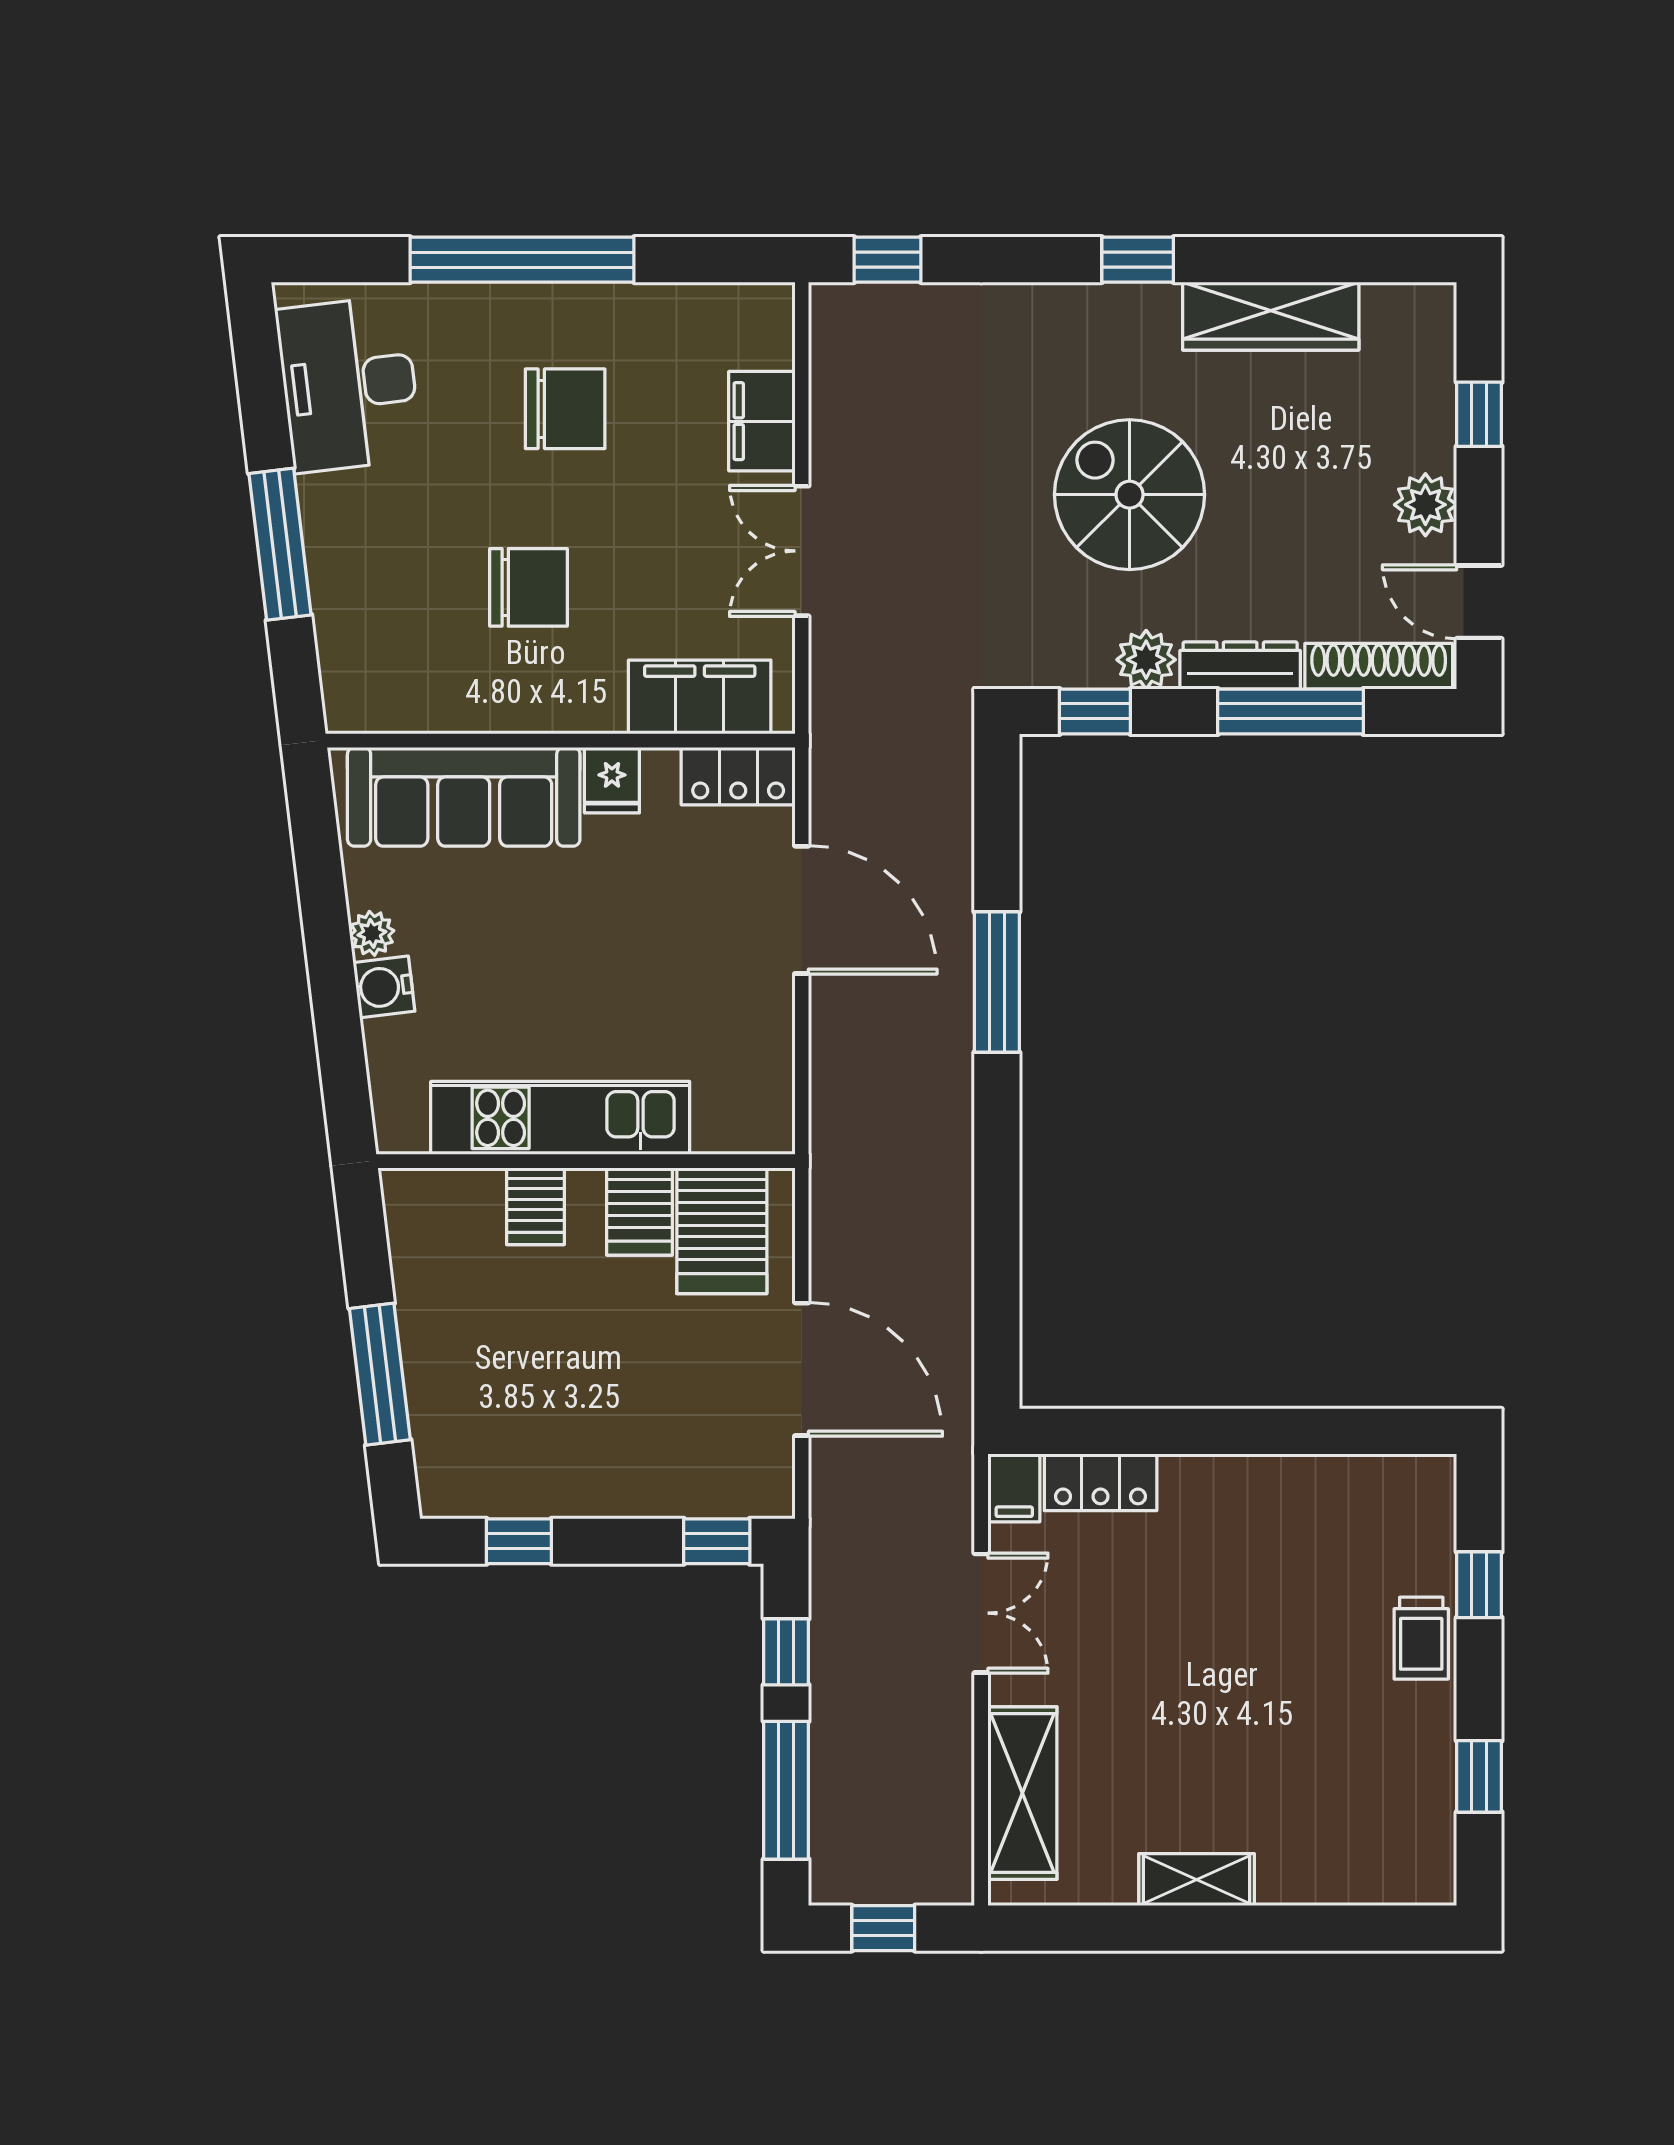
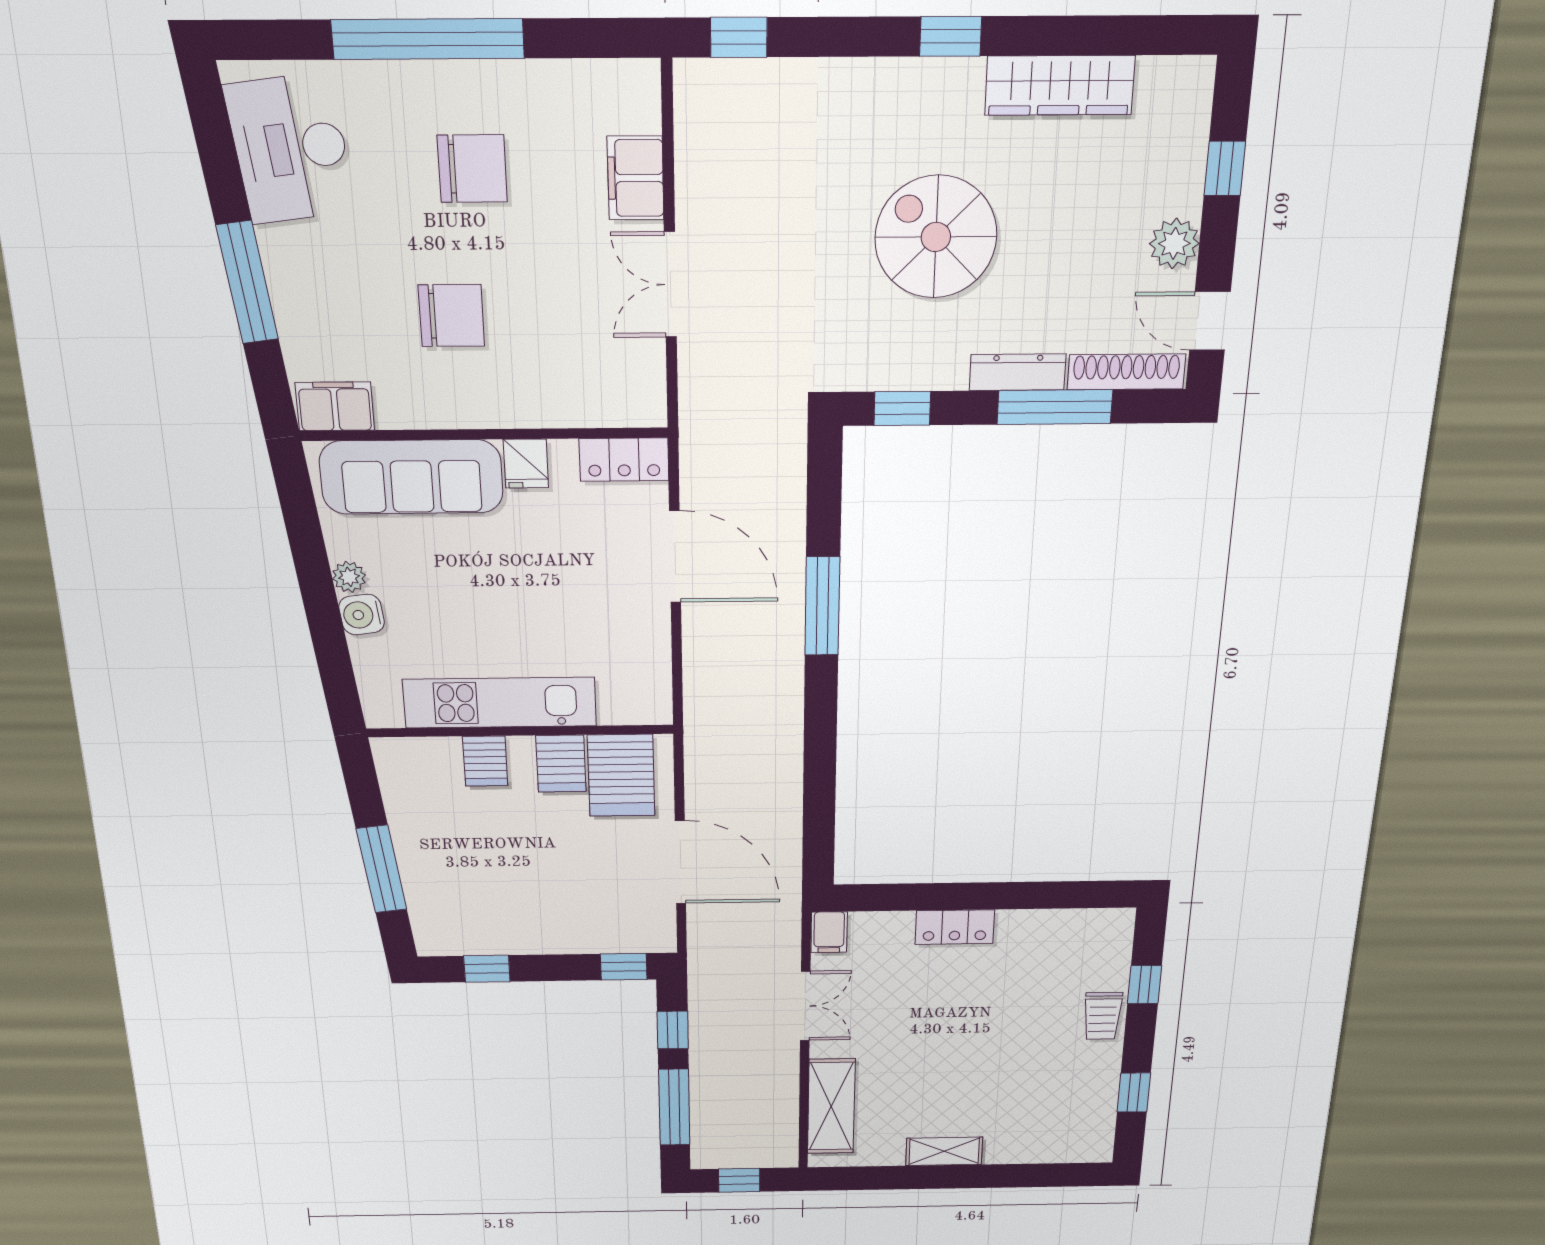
plant: (1146, 660) -> (944, 368), removed
filing cabinet: (700, 697) -> (335, 406), moved, width x0.67, depth x0.86
locker: (1101, 1482) -> (955, 927), moved

